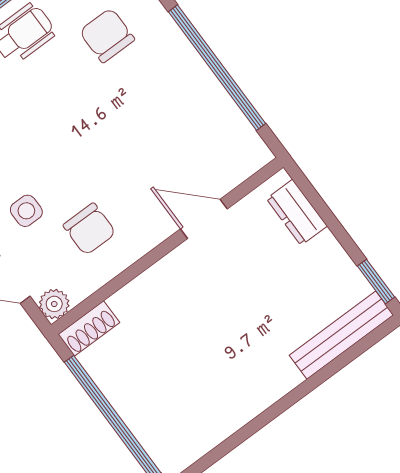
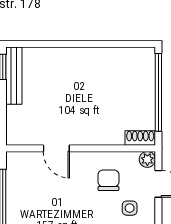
dresser: (297, 212) -> (15, 122), removed
bench: (341, 335) -> (14, 76), moved, turned 90

